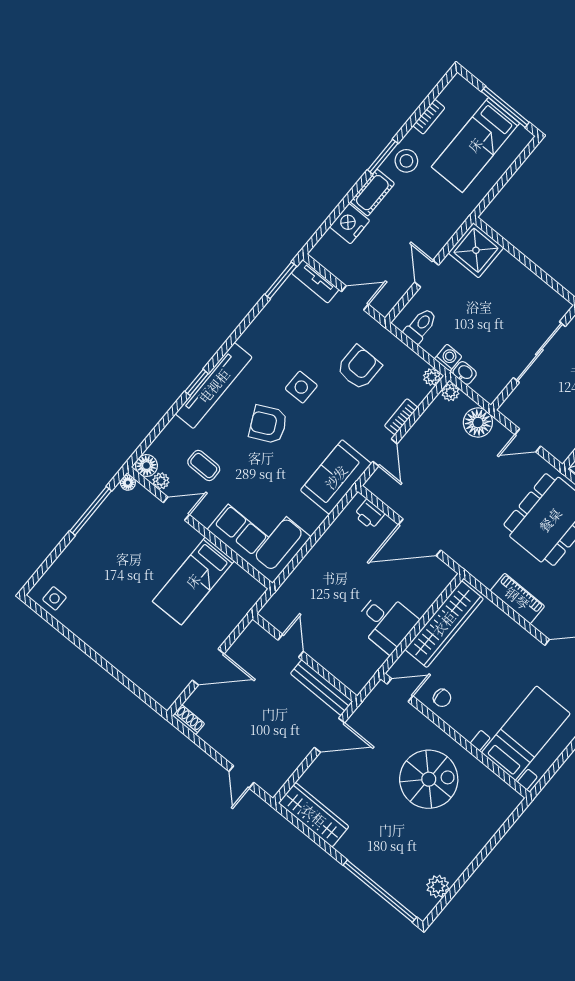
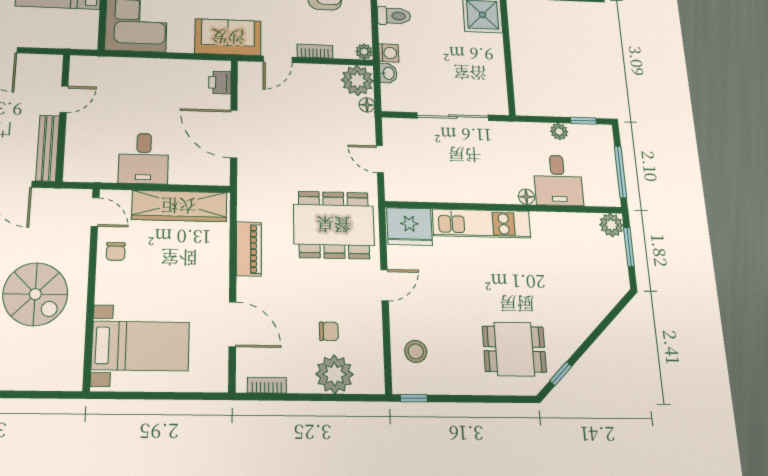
plant: (450, 392) -> (357, 80), width x1.87, depth x1.87
floor lamp: (478, 423) -> (367, 105), width x0.53, depth x0.53

